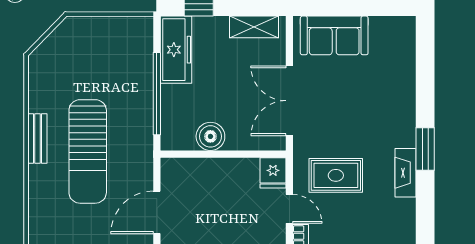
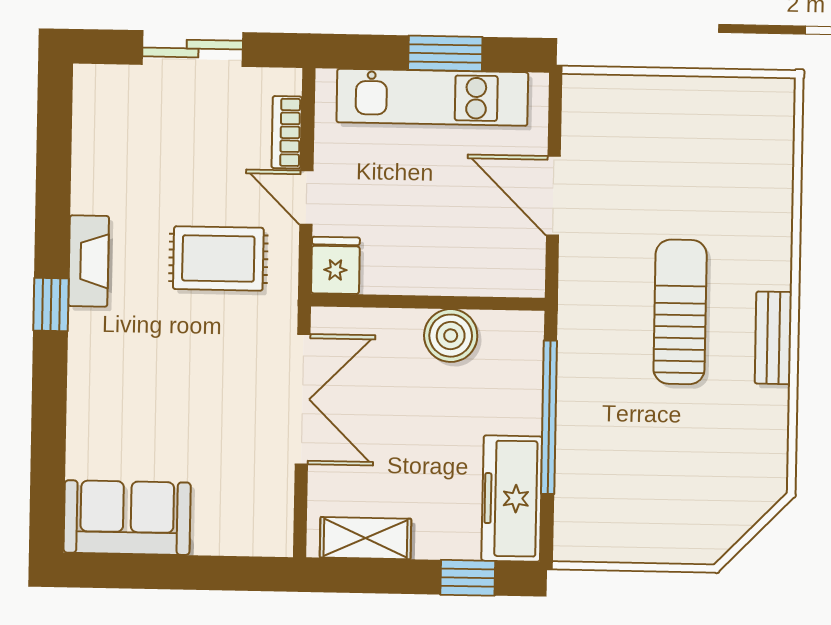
sofa: (334, 35) -> (127, 518), moved
window: (425, 149) -> (51, 305), width x0.67
sun lounger: (88, 151) -> (680, 312), width x0.73, depth x0.75
door: (157, 212) -> (553, 196), swing flipped

